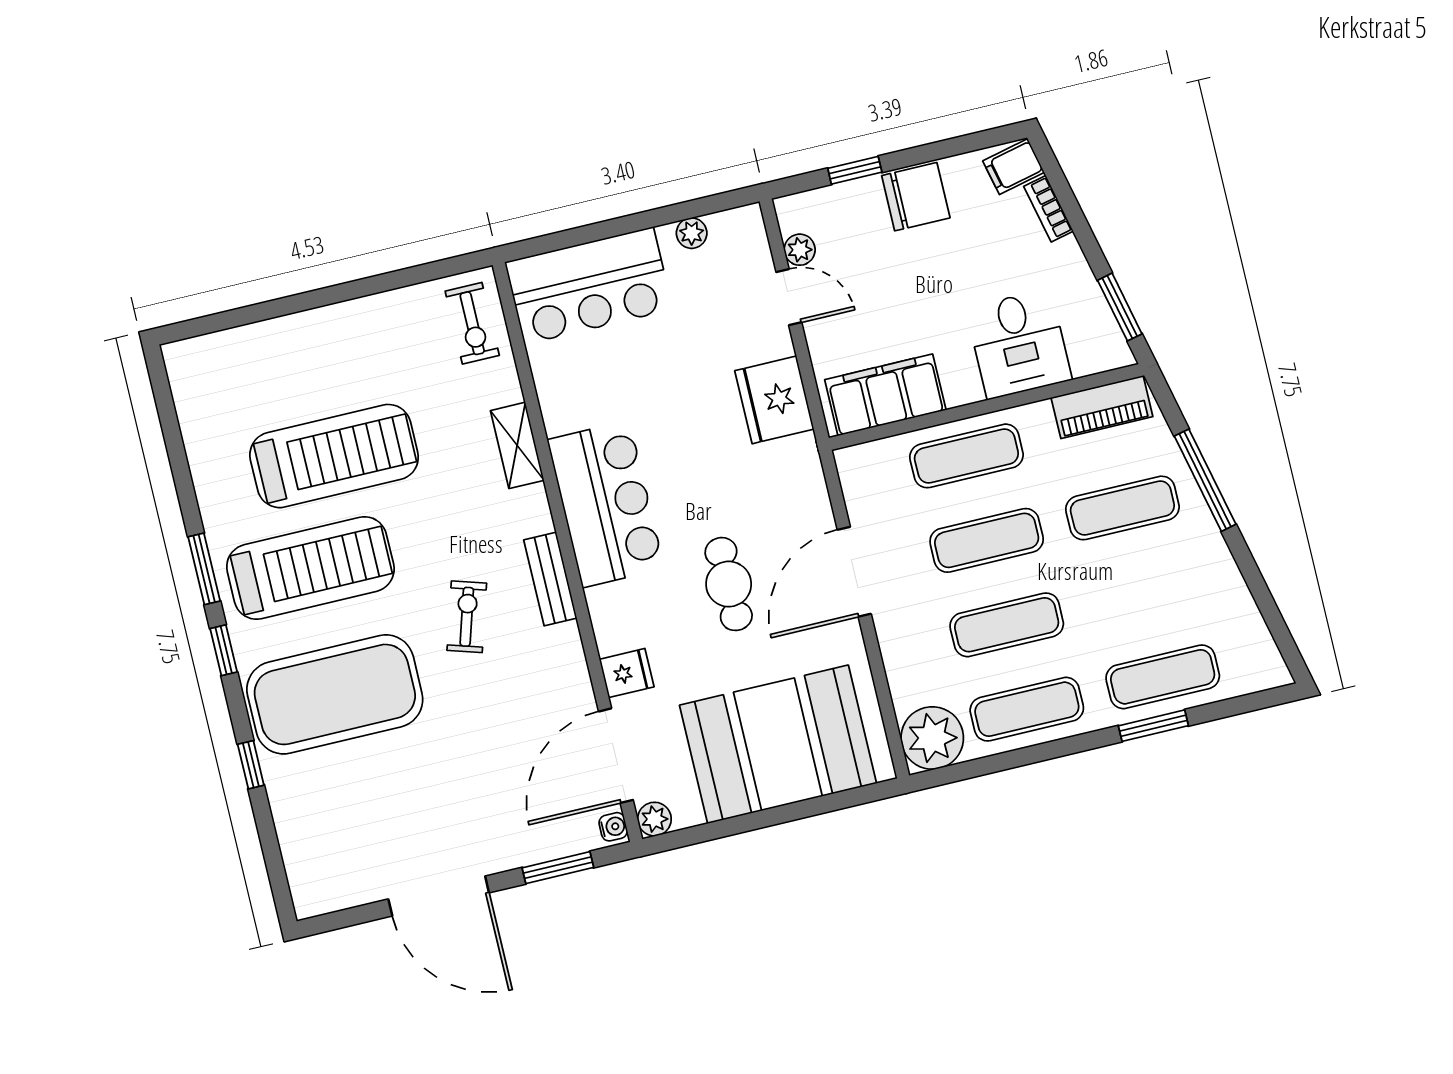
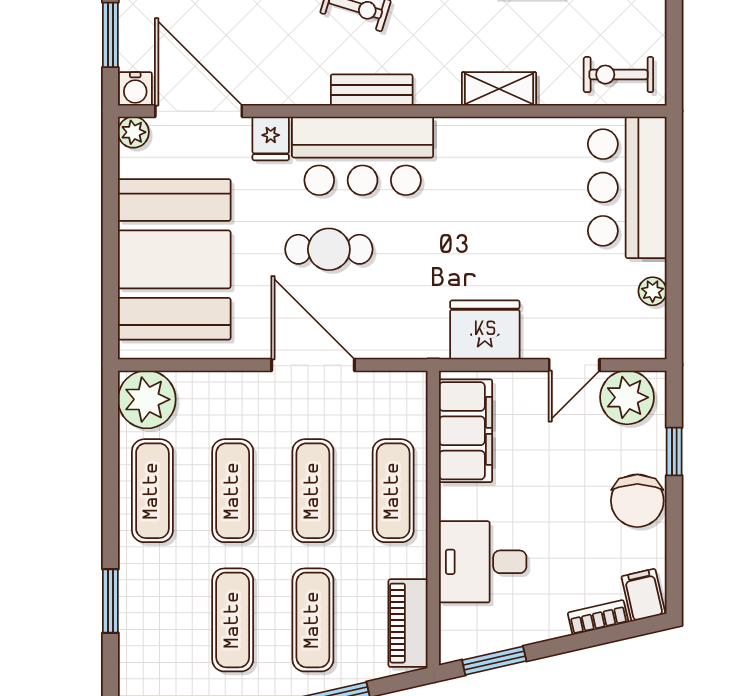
plant: (800, 250) -> (627, 397), width x1.88, depth x1.88
bar counter: (606, 504) -> (363, 156), moved
exercise mat: (1163, 677) -> (233, 620), moved
water cooler: (613, 827) -> (135, 89), width x1.38, depth x1.38

